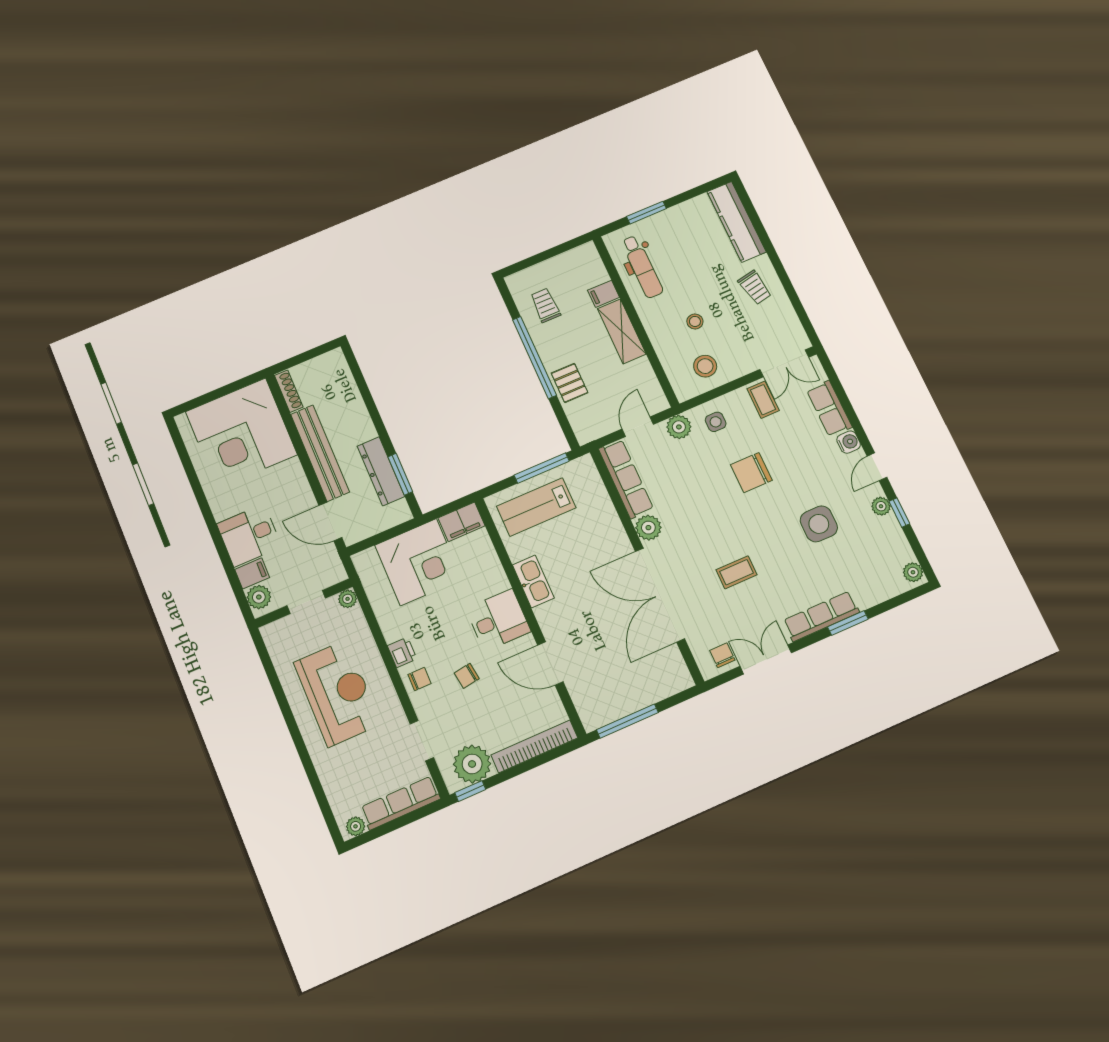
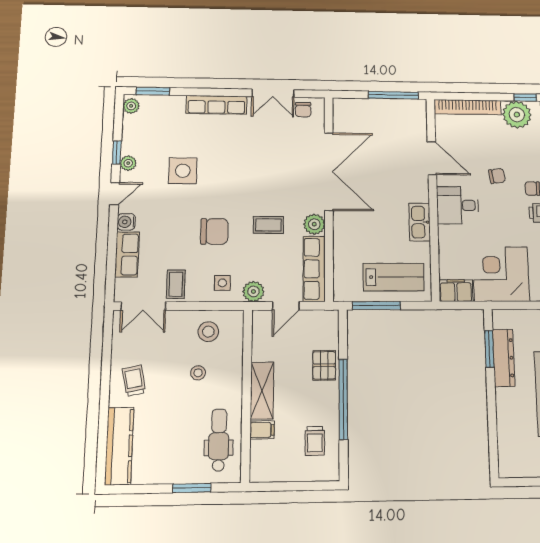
double door: (784, 363) -> (143, 306), swing flipped
coffee table: (737, 572) -> (268, 225), moved
window: (848, 623) -> (153, 91), moved

